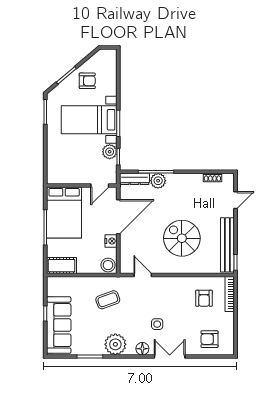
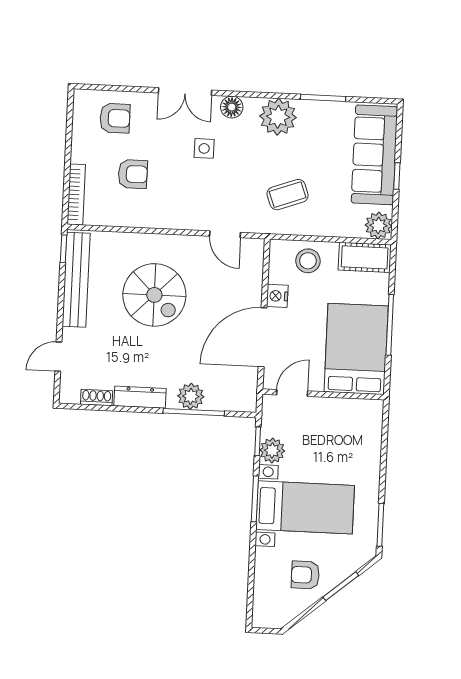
dresser: (135, 179) -> (140, 397), moved
stool: (108, 265) -> (308, 261), moved
plant: (54, 284) -> (378, 226), added
armchair: (204, 298) -> (133, 174), moved, turned 90

